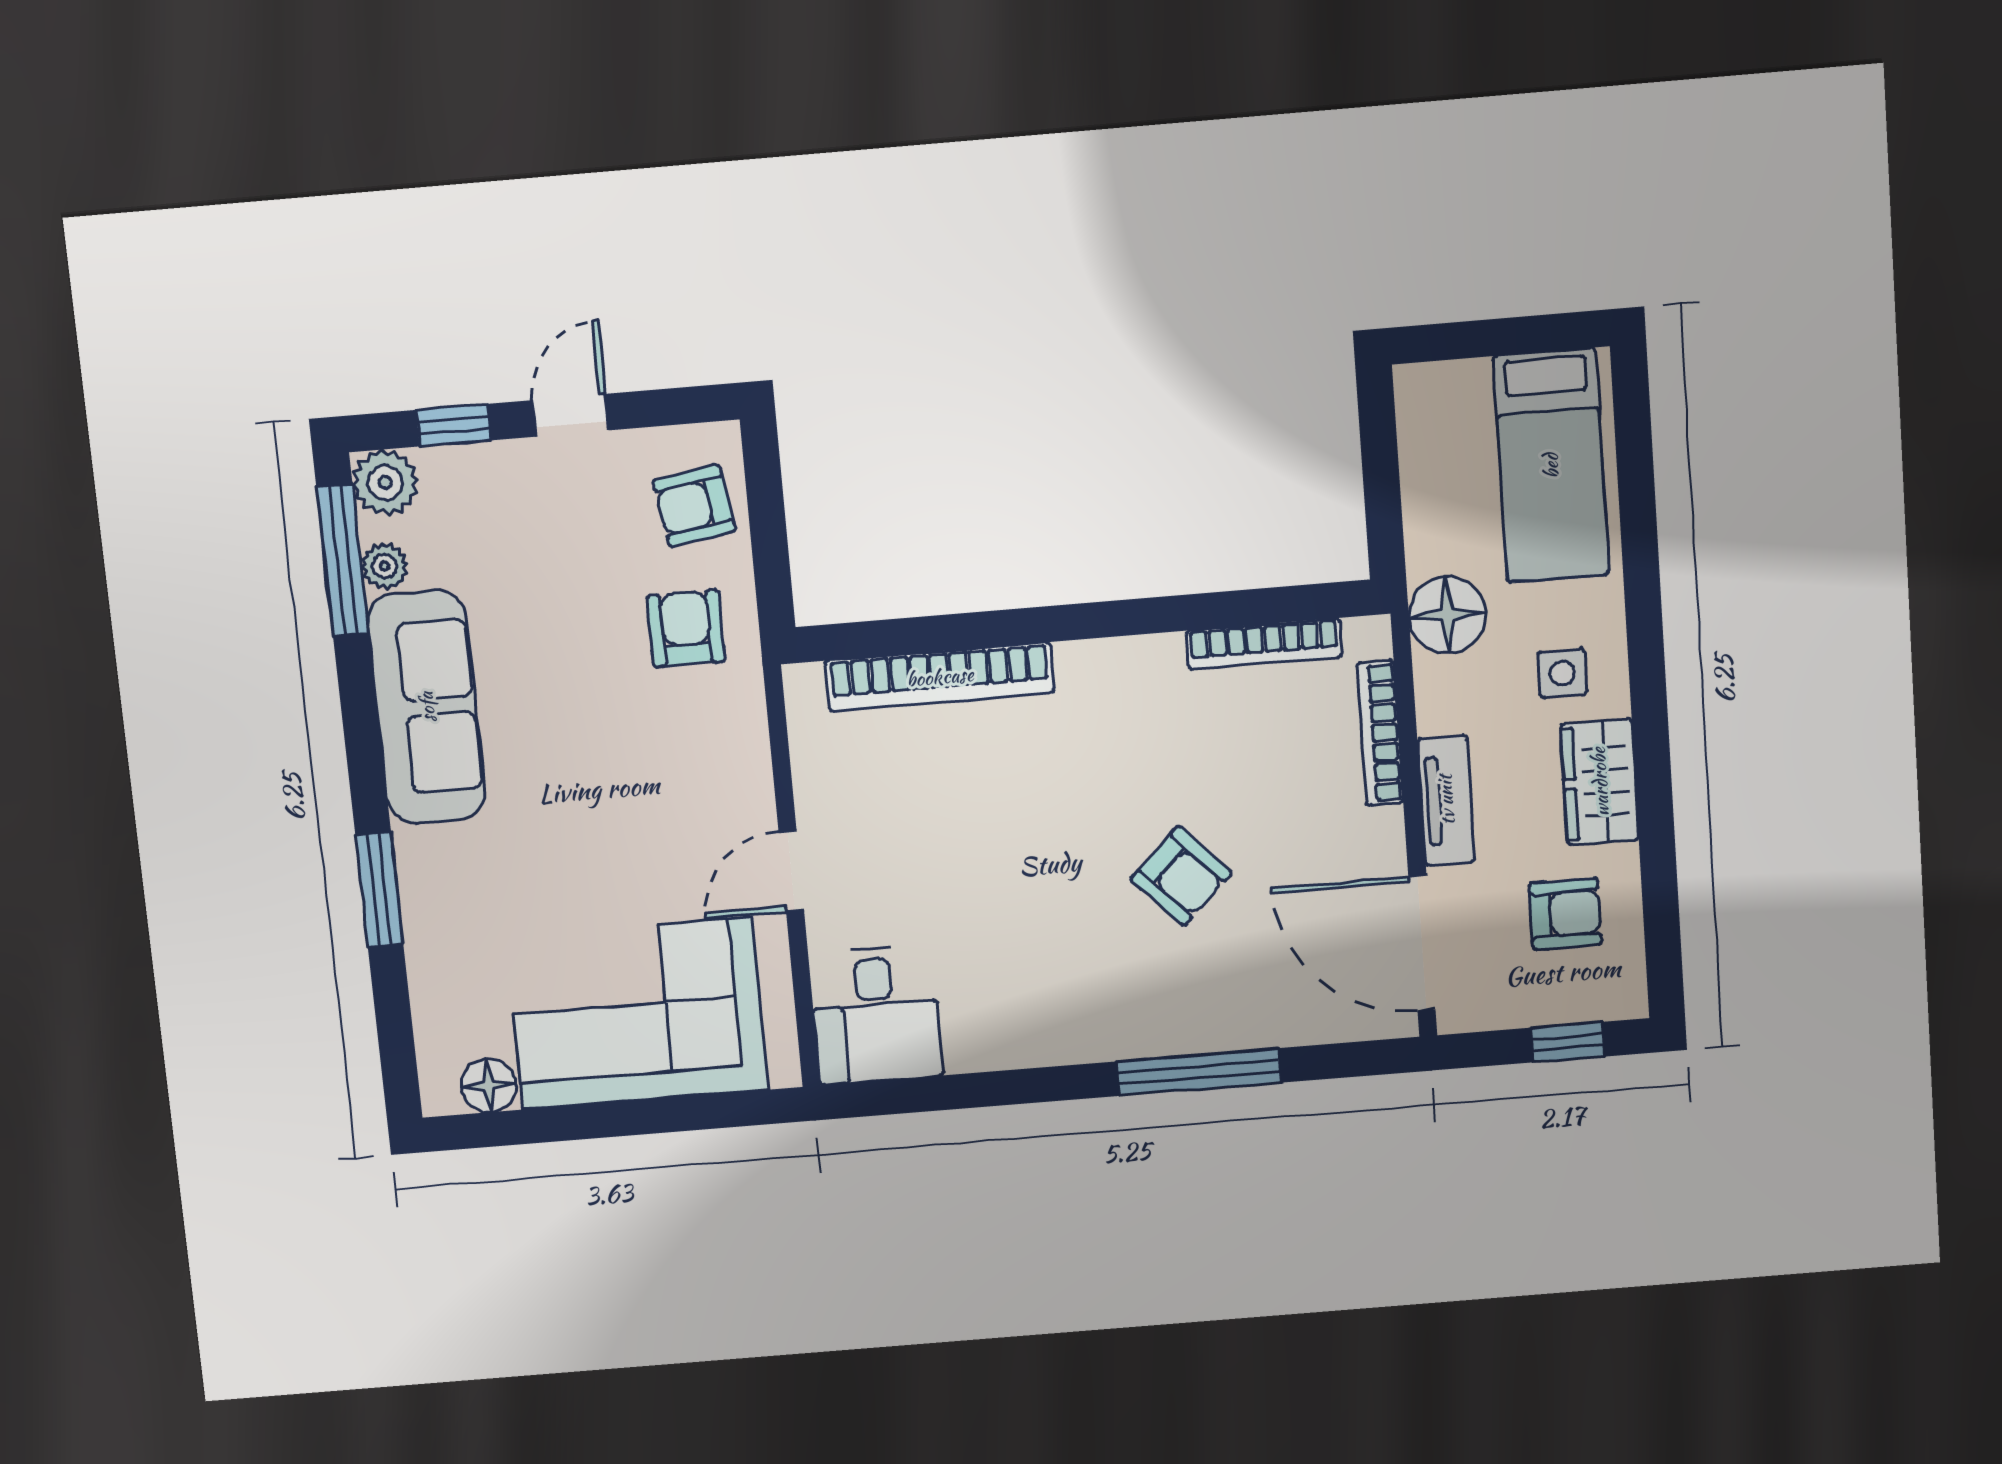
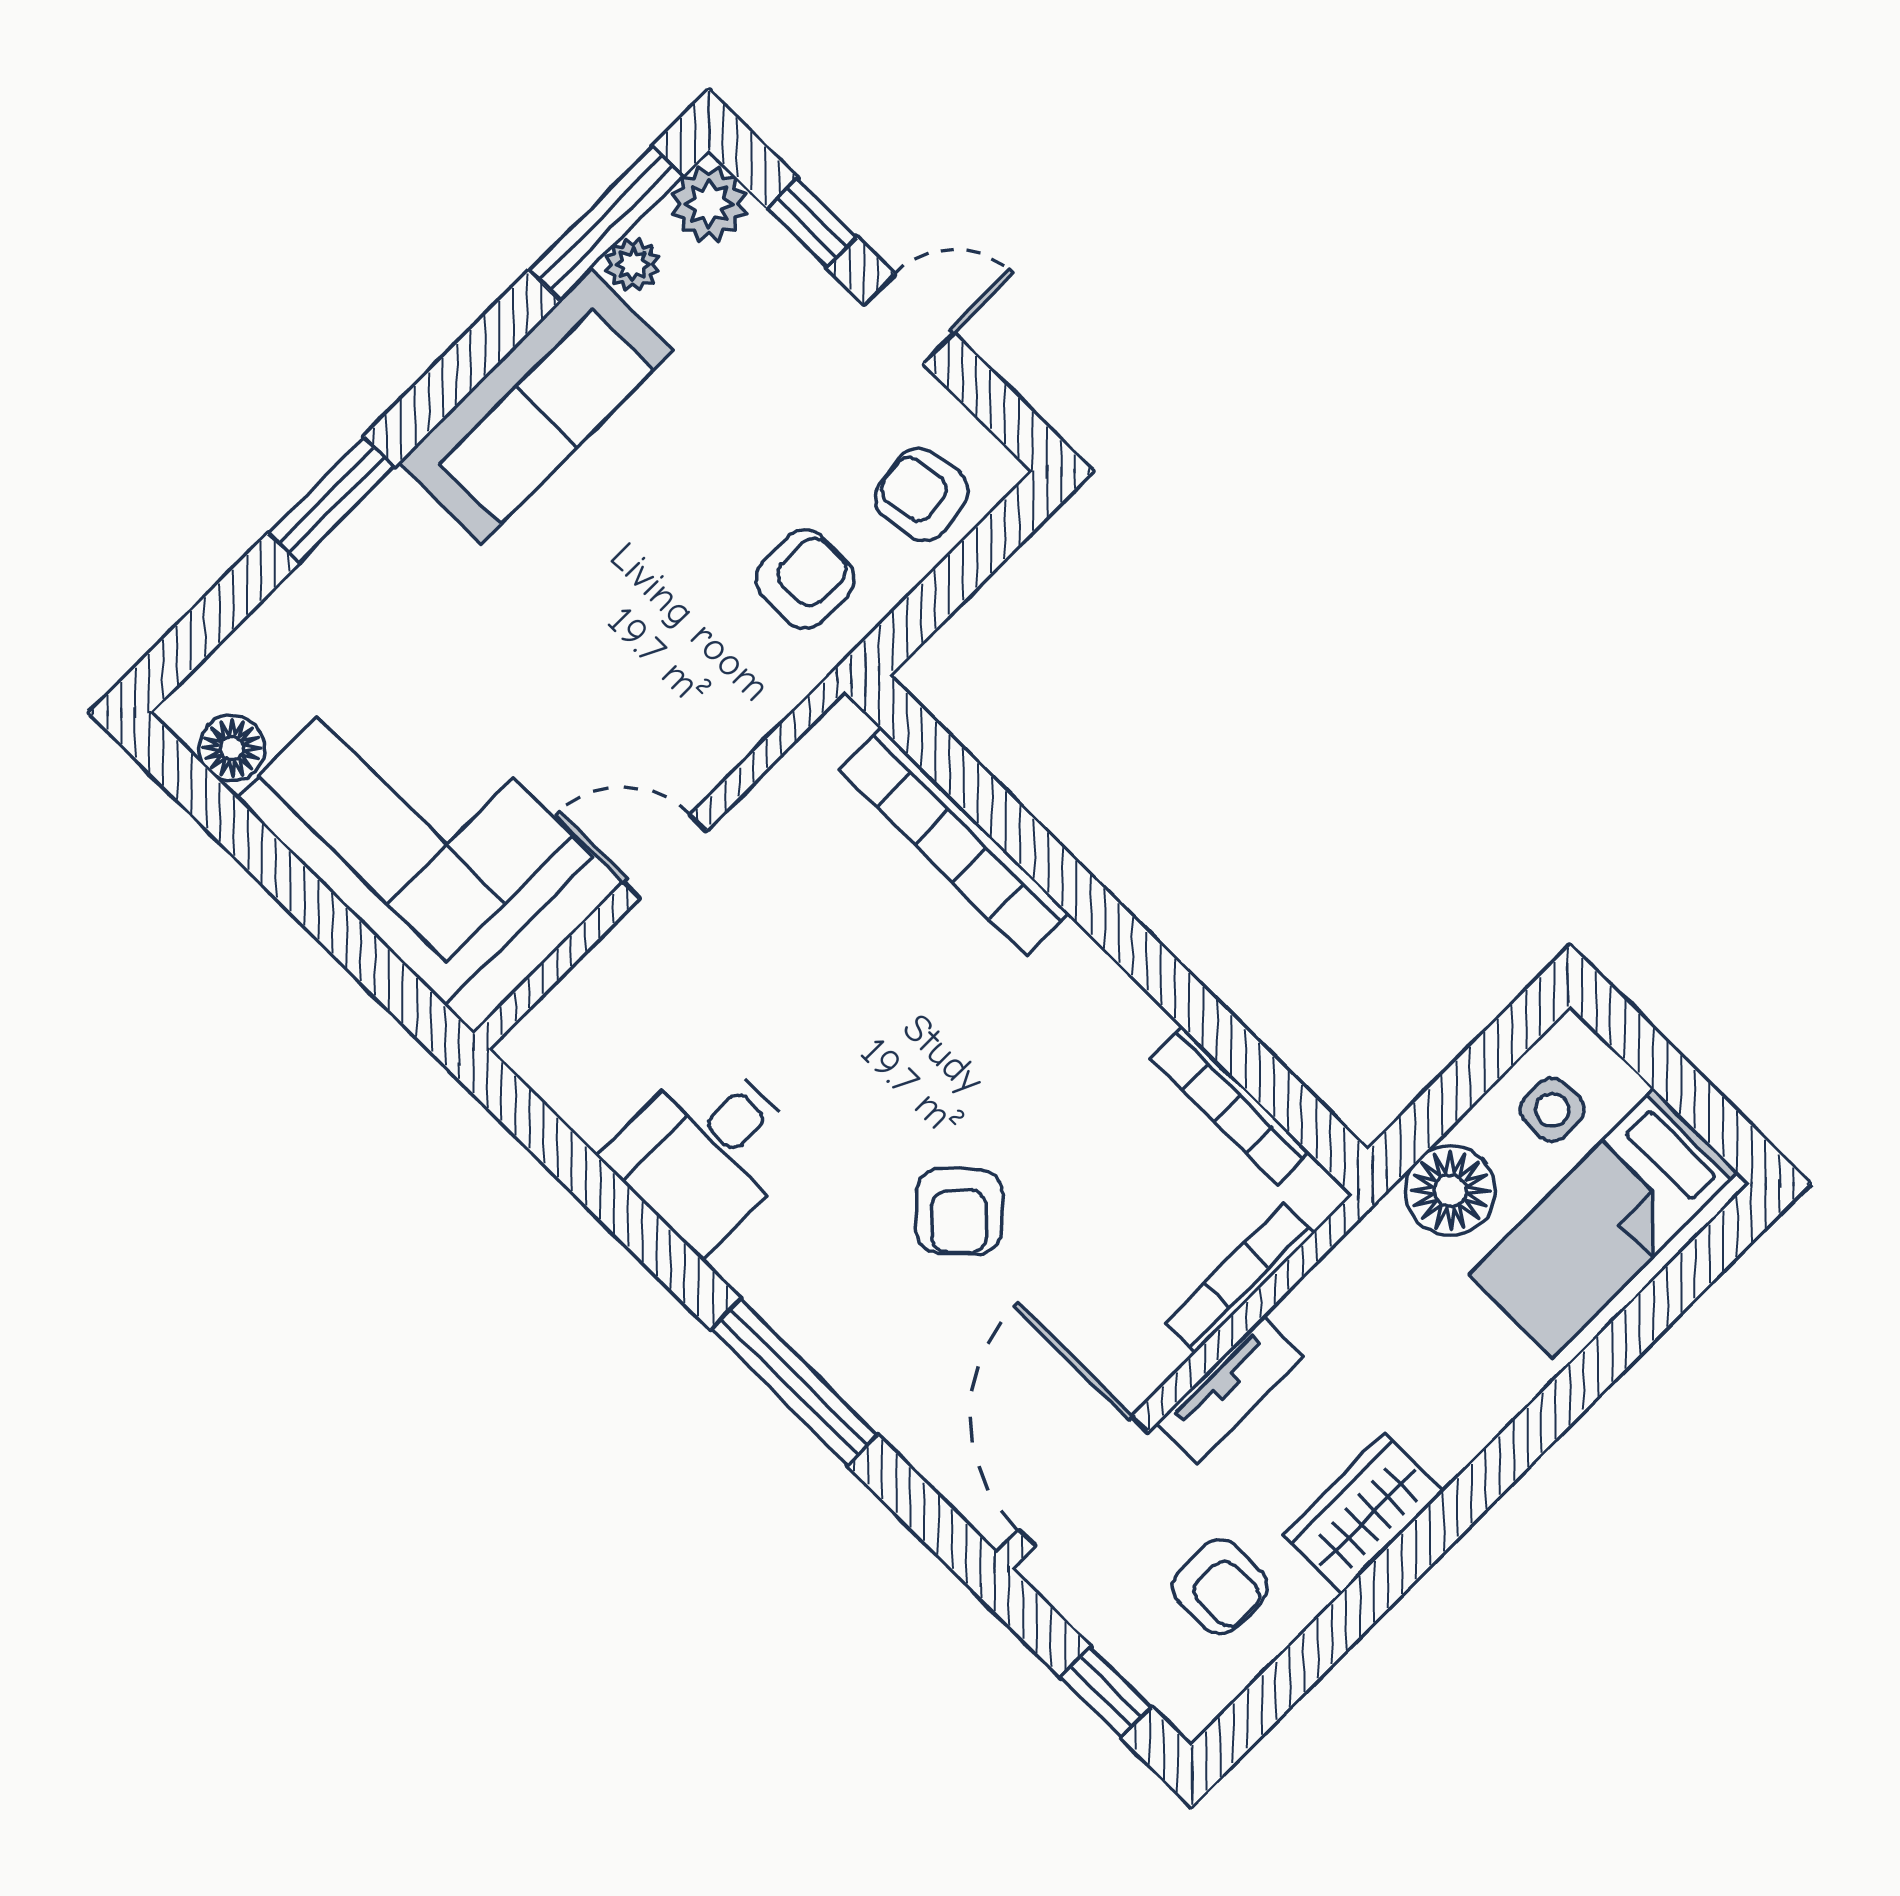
floor lamp: (1447, 615) -> (1450, 1190), moved
side table: (1562, 673) -> (1552, 1110), moved
desk: (876, 1015) -> (705, 1152), moved

